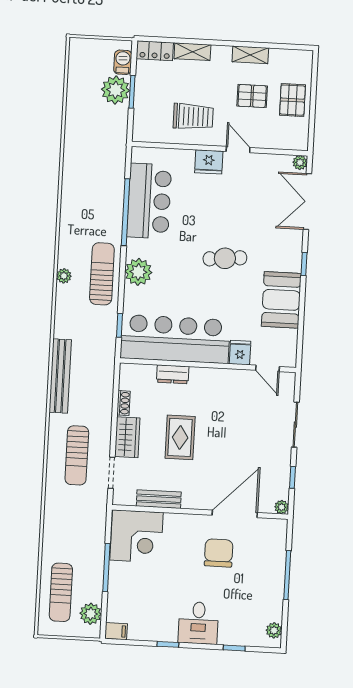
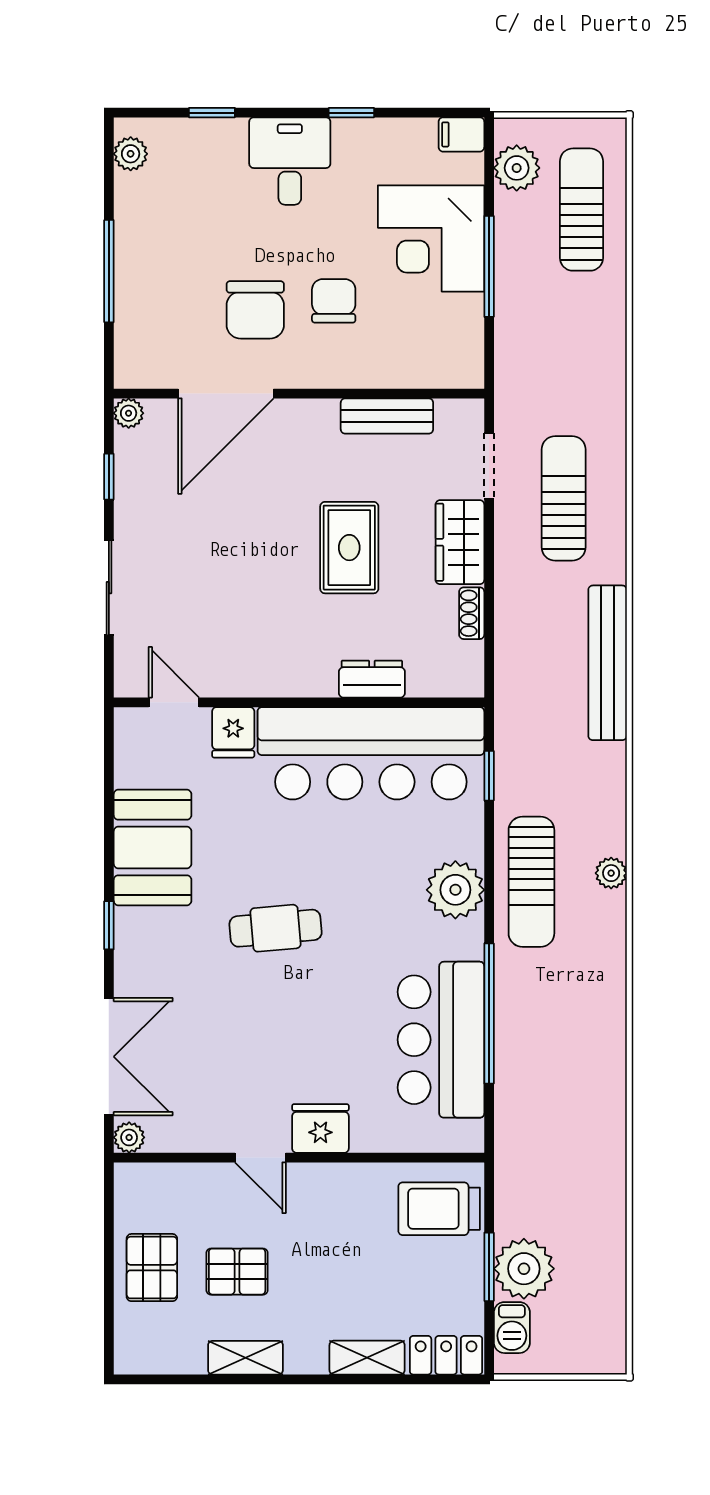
trolley: (193, 117) -> (439, 1209), moved
corner desk: (136, 536) -> (431, 238), moved, turned -90
chair: (181, 555) -> (334, 301), added

